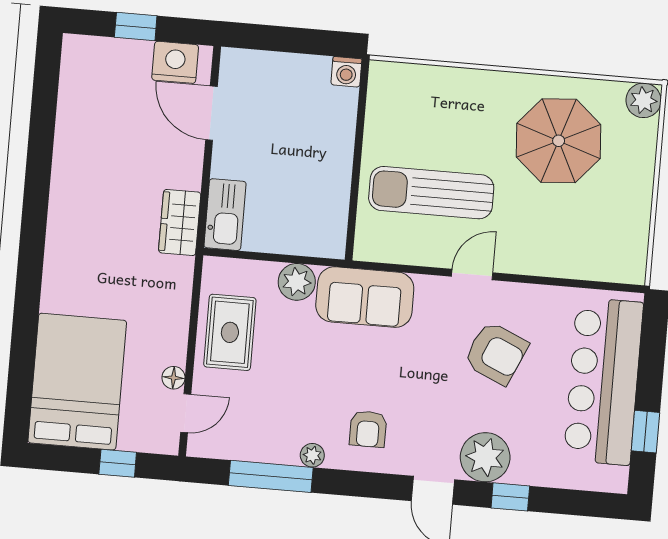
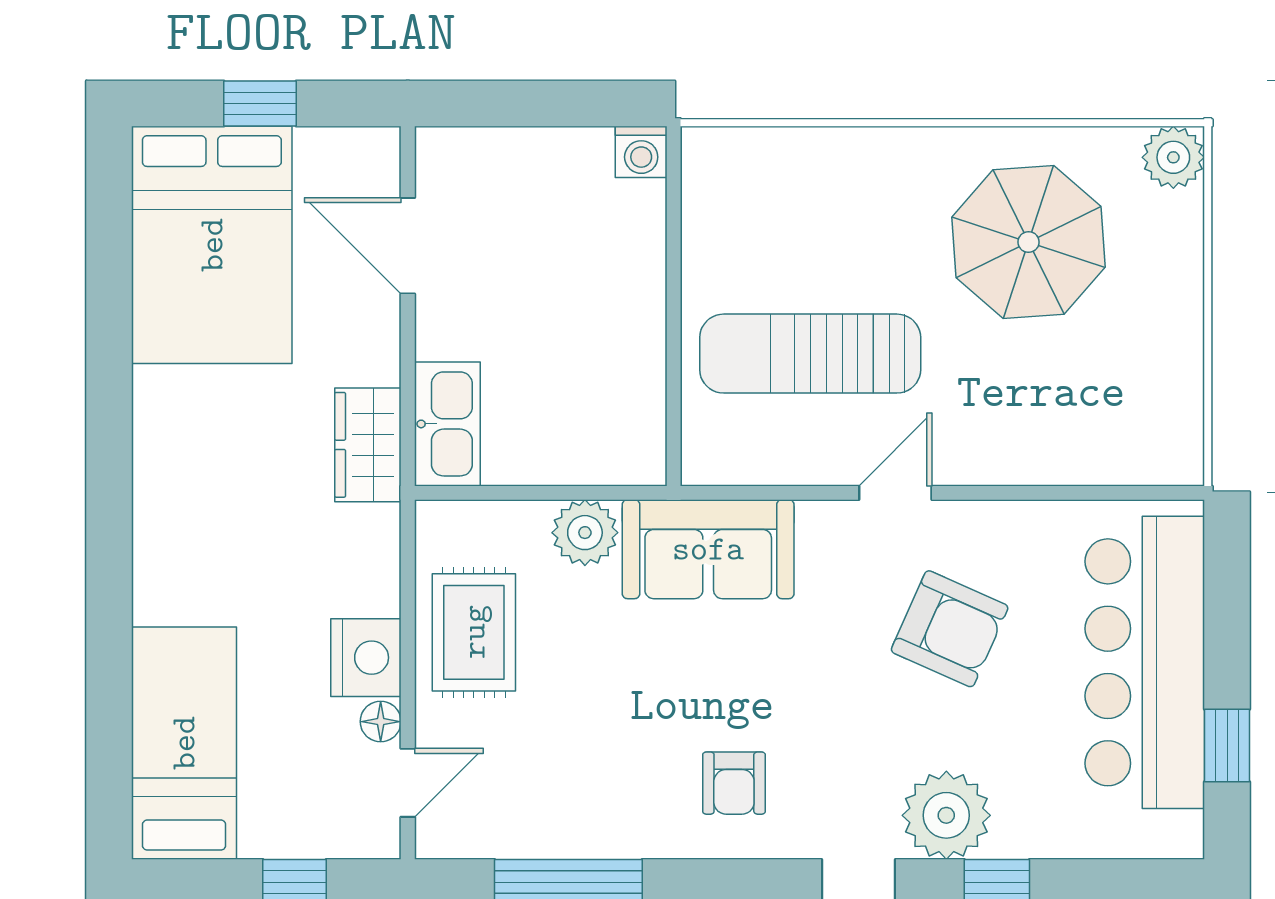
nightstand: (175, 62) -> (366, 658), moved, turned 90
bed: (102, 103) -> (212, 245), added
bed: (77, 382) -> (184, 743), width x0.67
plant: (312, 455) -> (639, 838), removed

